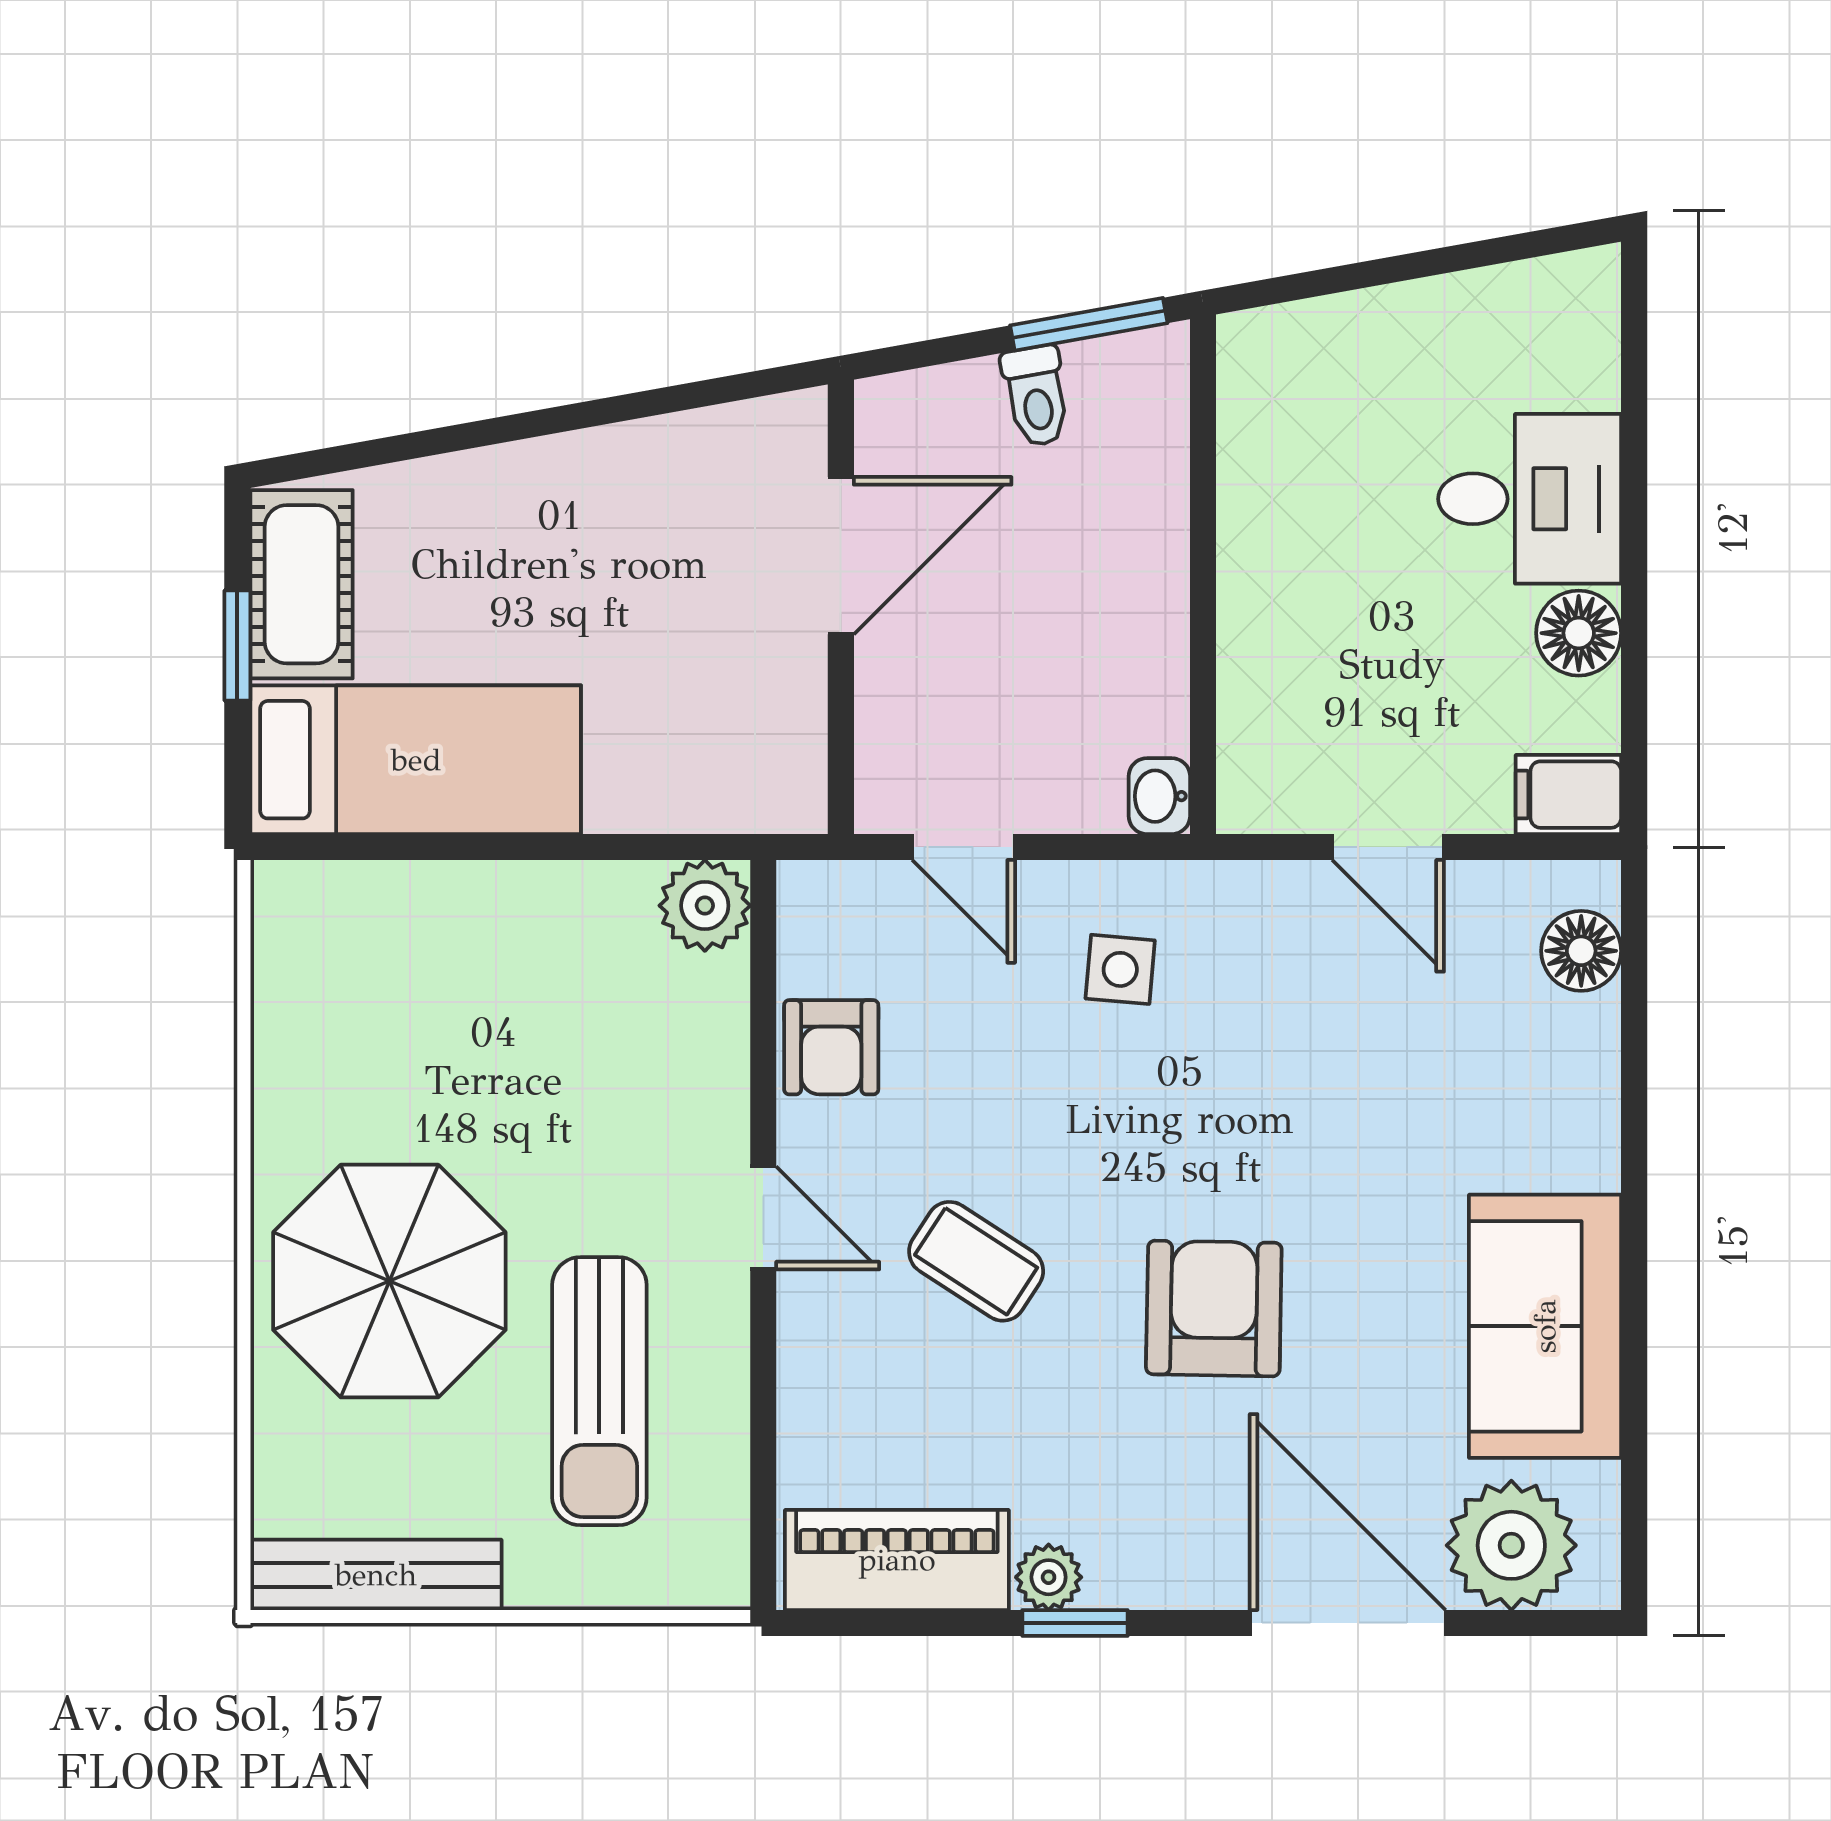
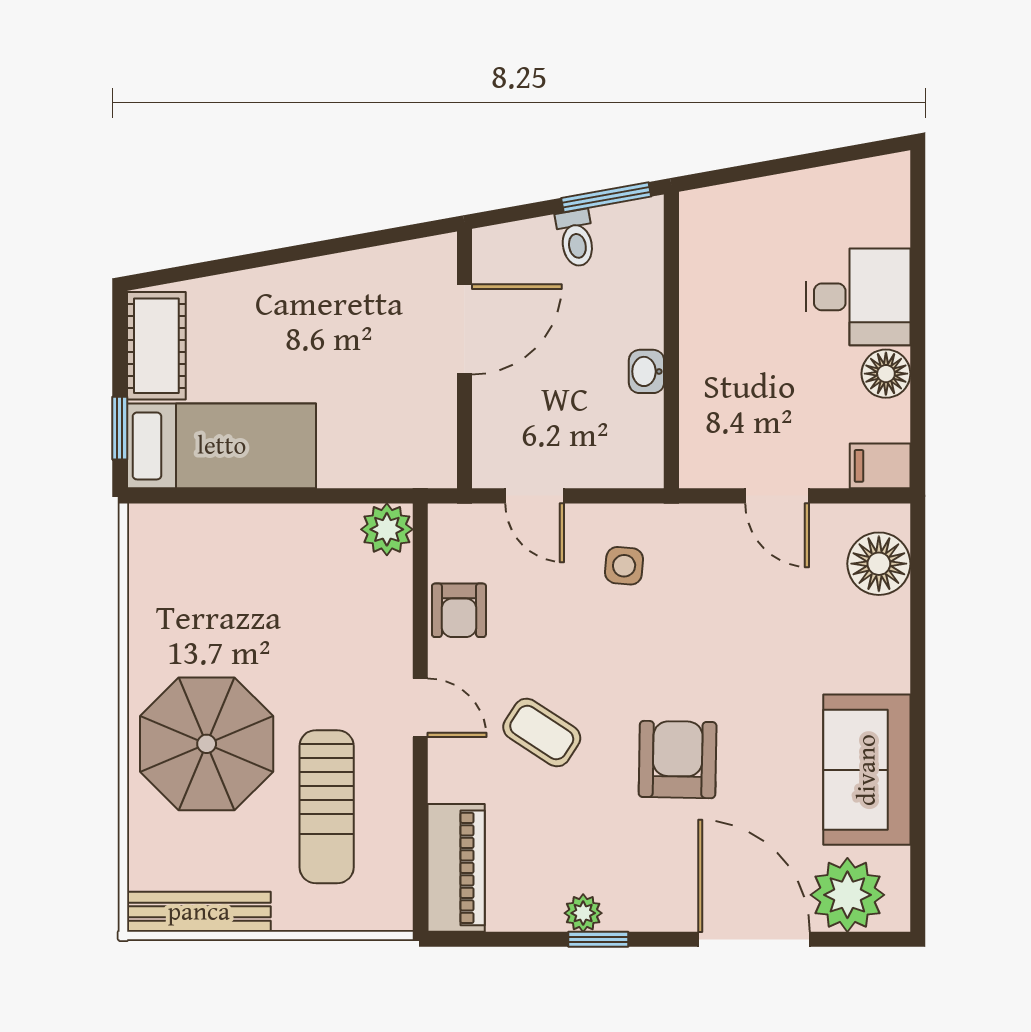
window: (237, 646) -> (120, 428), moved
washbasin: (1159, 796) -> (646, 371), moved
floor lamp: (1581, 951) -> (879, 564), width x1.38, depth x1.38
piano: (897, 1560) -> (456, 868), moved, turned 90

